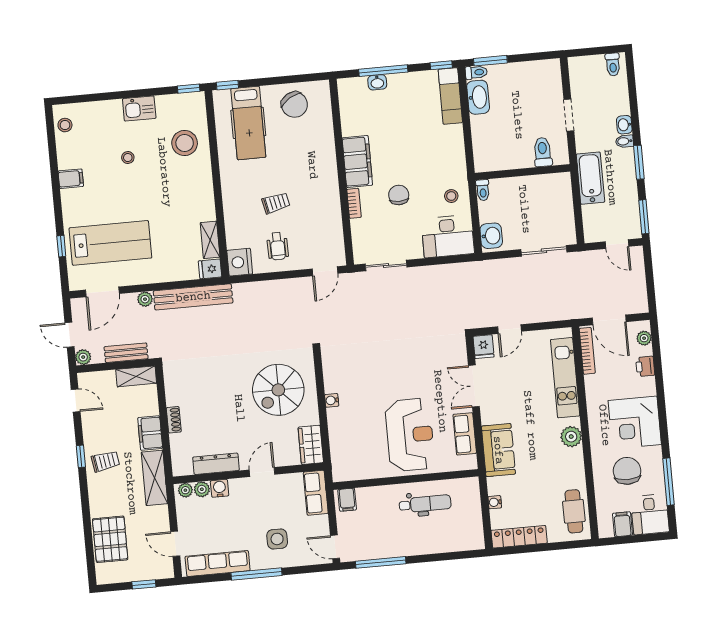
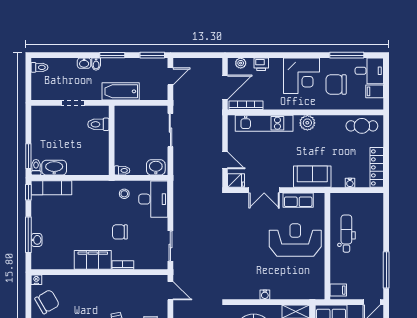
nightstand: (323, 87) -> (36, 280), added

